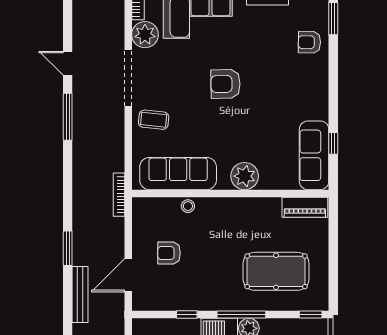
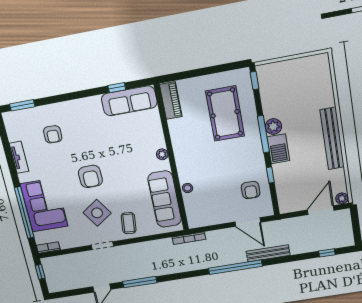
plant: (145, 35) -> (68, 239), removed
armchair: (309, 42) -> (53, 134), moved
doorway: (128, 78) -> (102, 246), width x0.53
side table: (175, 81) -> (97, 213), added
plant: (245, 176) -> (162, 154), width x0.53, depth x0.53
window: (68, 248) -> (235, 267), width x2.11
armchair: (169, 253) -> (251, 190), moved

